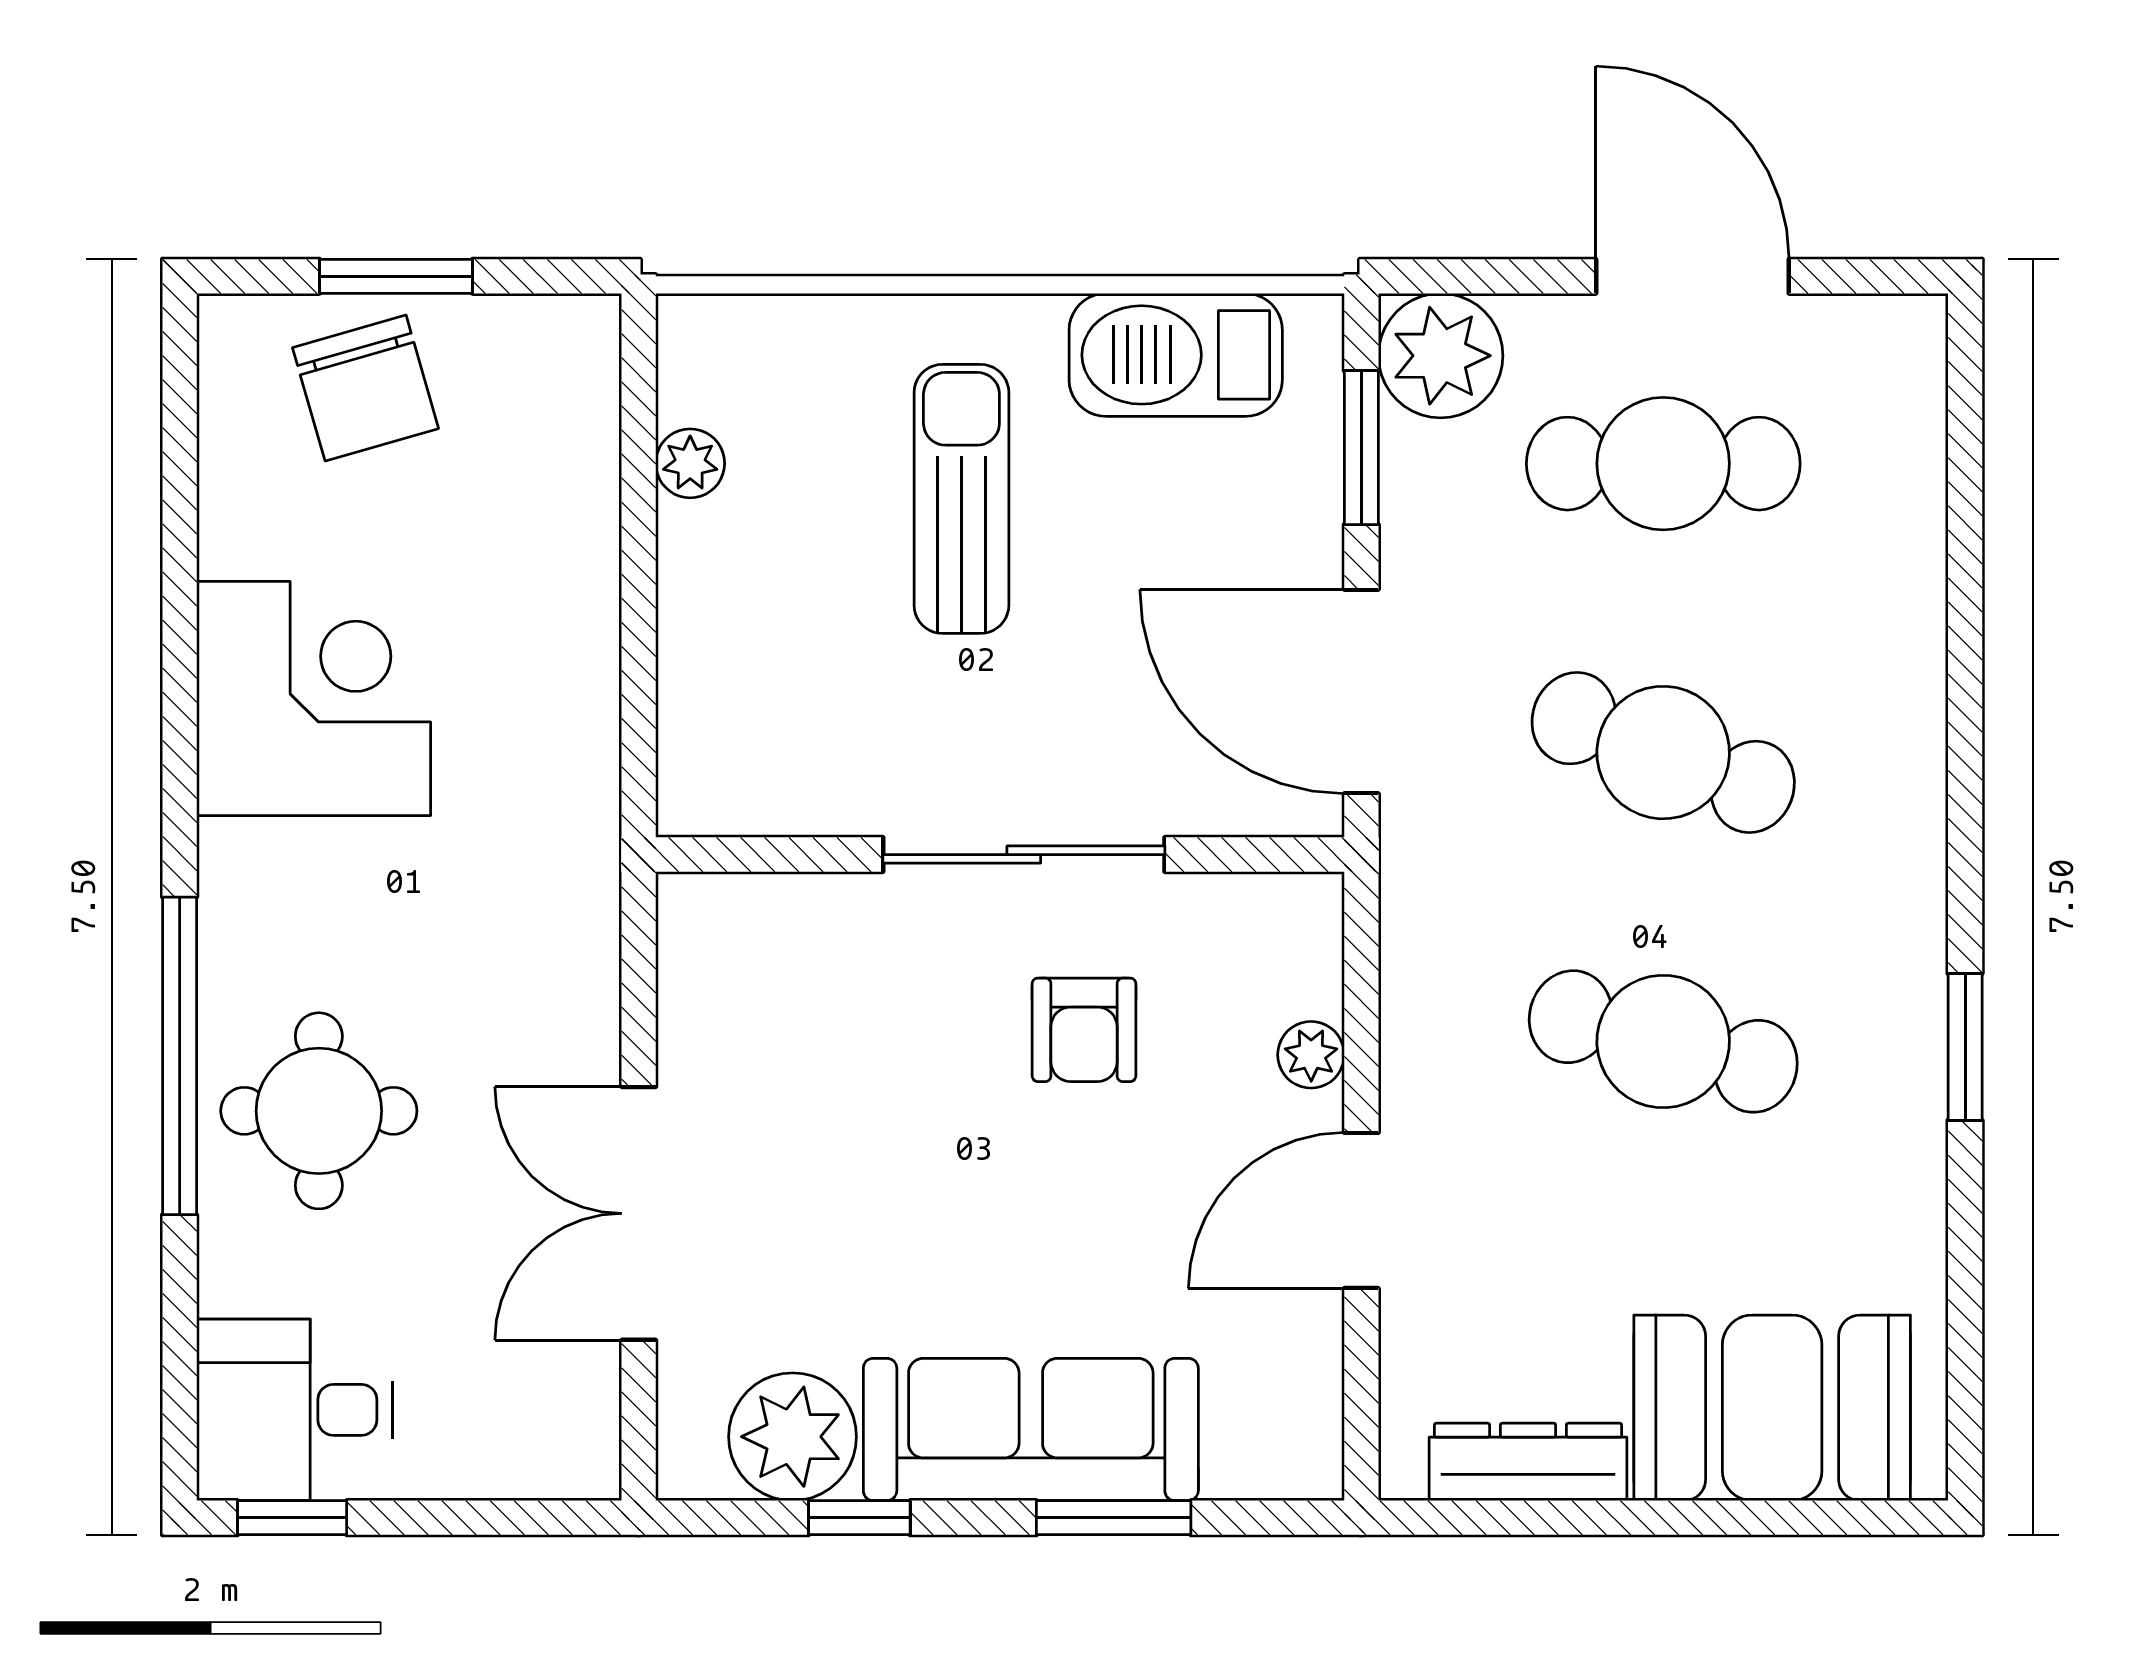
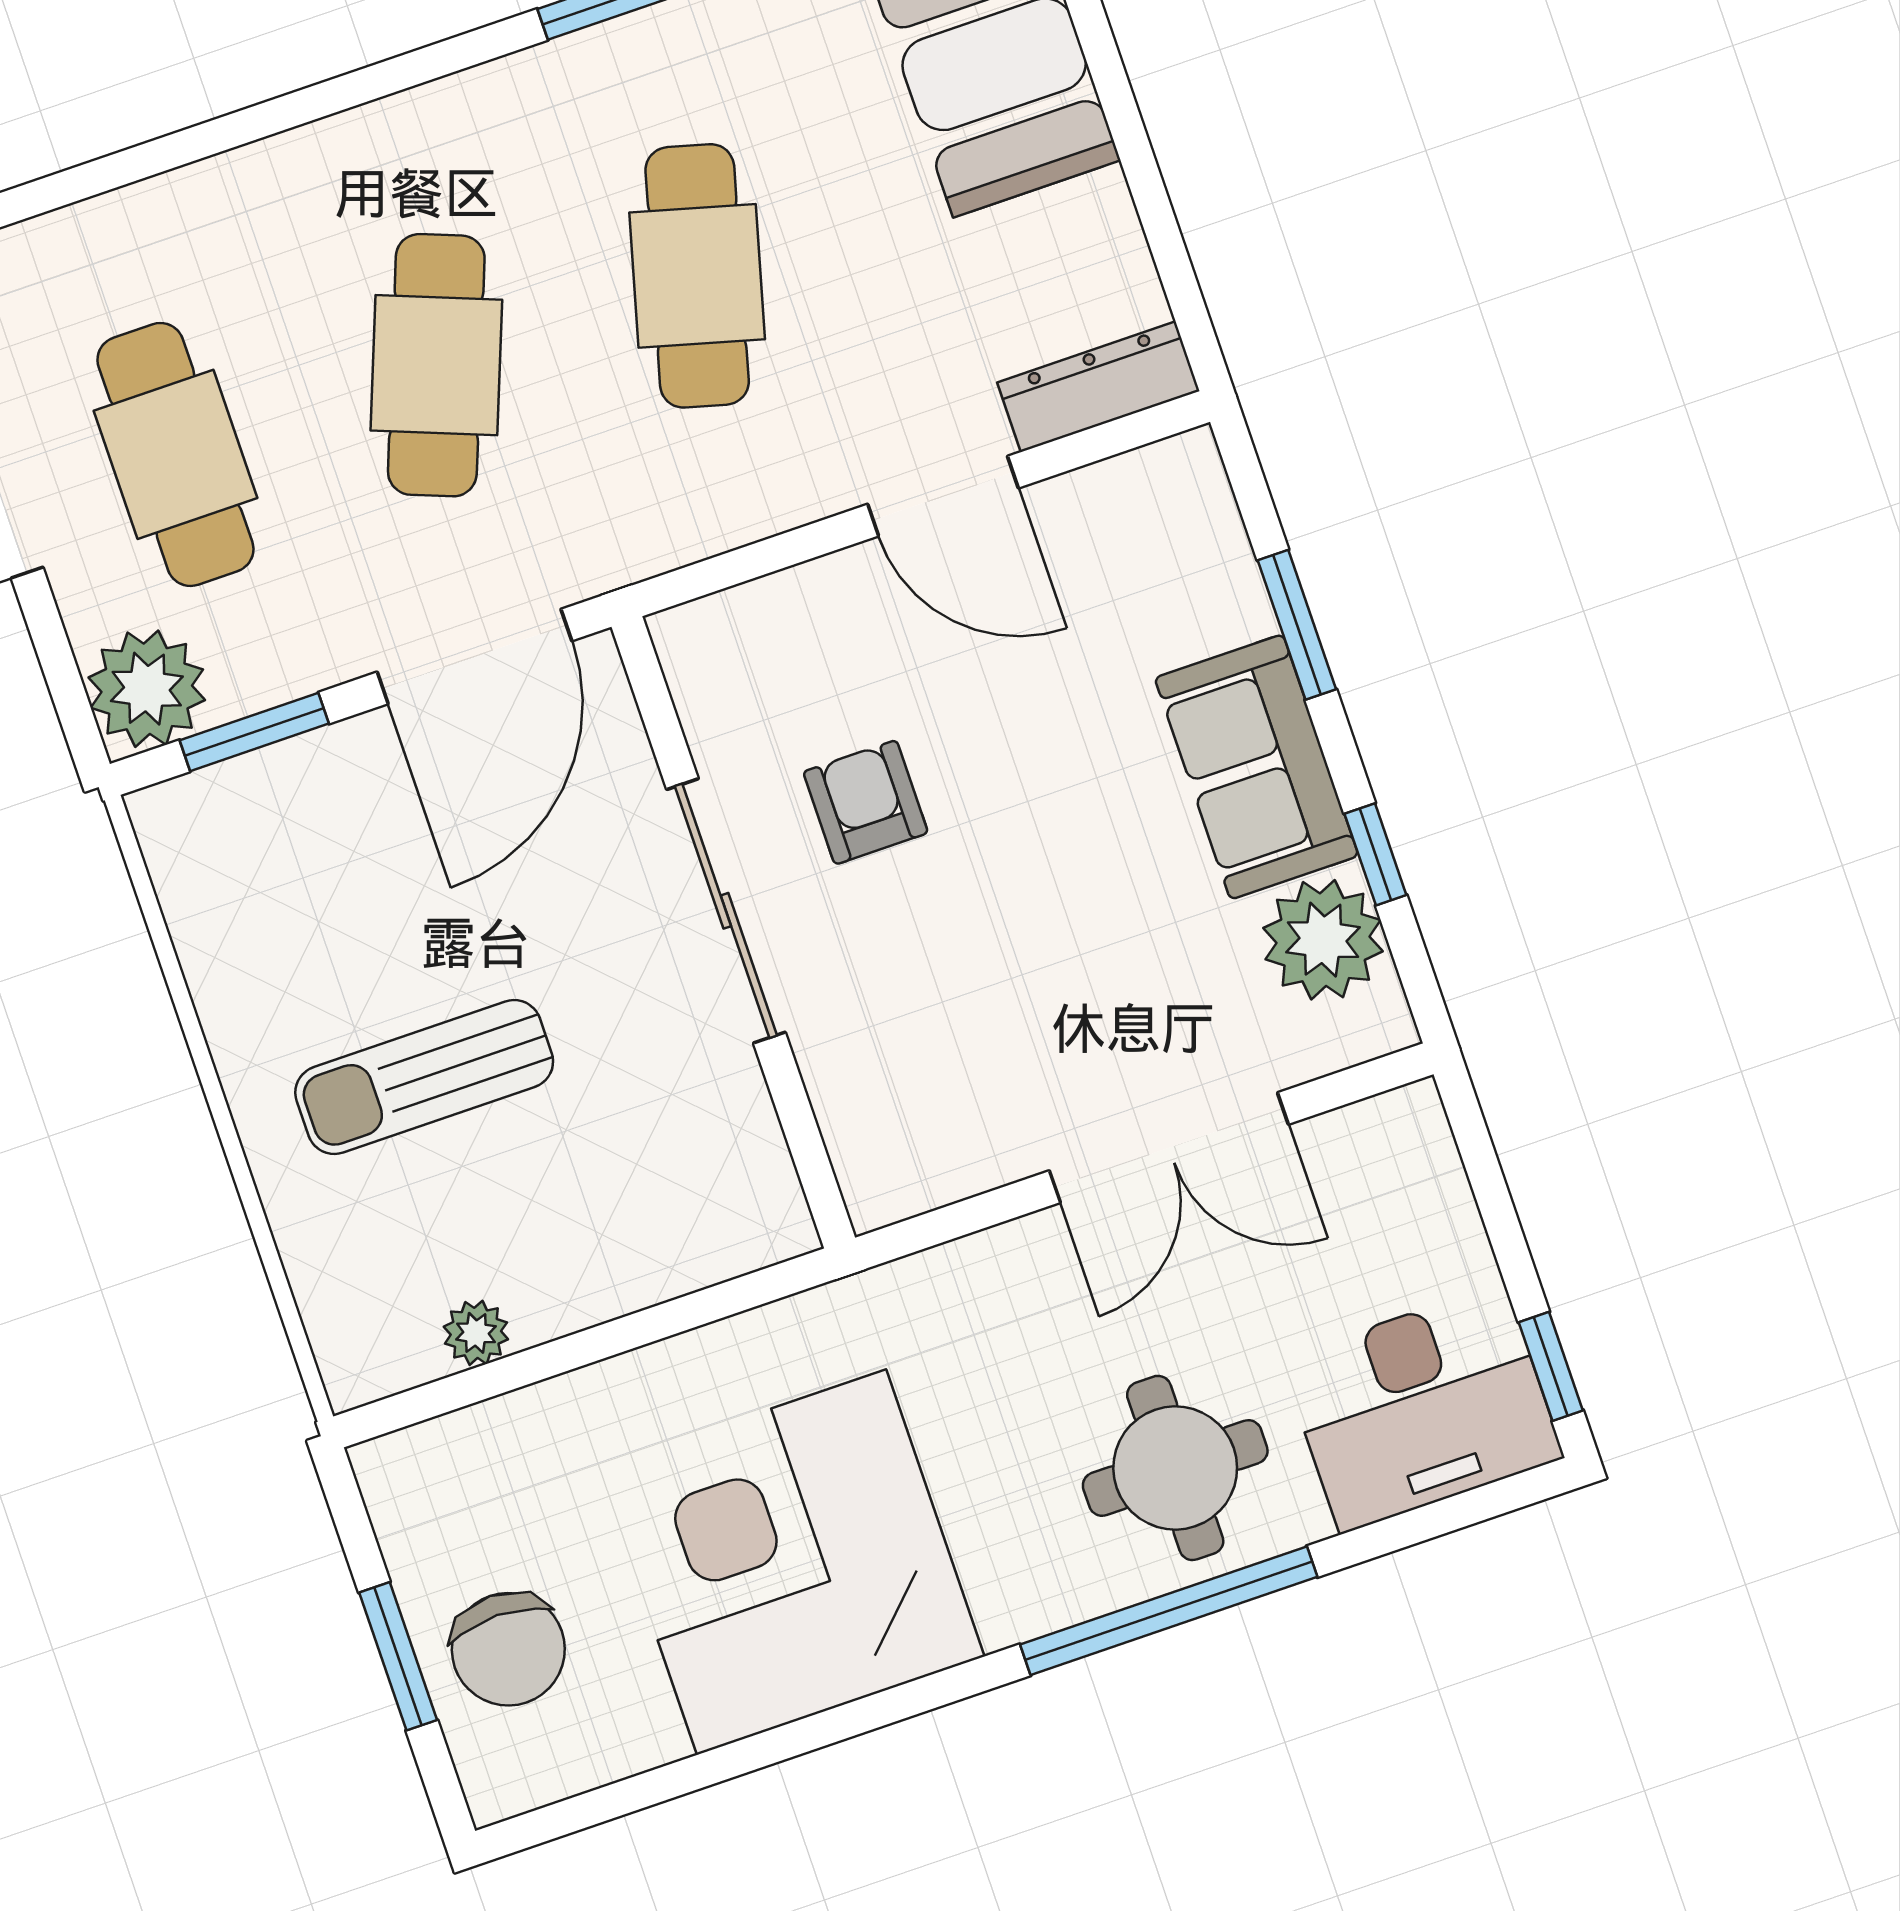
barbecue: (1176, 355) -> (228, 928), removed
chair: (366, 388) -> (508, 1649), turned 106
corner desk: (314, 698) -> (792, 1562), width x1.36, depth x1.36
armchair: (1084, 1030) -> (866, 802), turned -90
plant: (1311, 1055) -> (818, 590), removed
desk: (294, 1410) -> (1422, 1408), width x1.37
sofa: (1031, 1429) -> (1257, 767), width x0.73
dresser: (1528, 1462) -> (1098, 387), moved, turned 90

